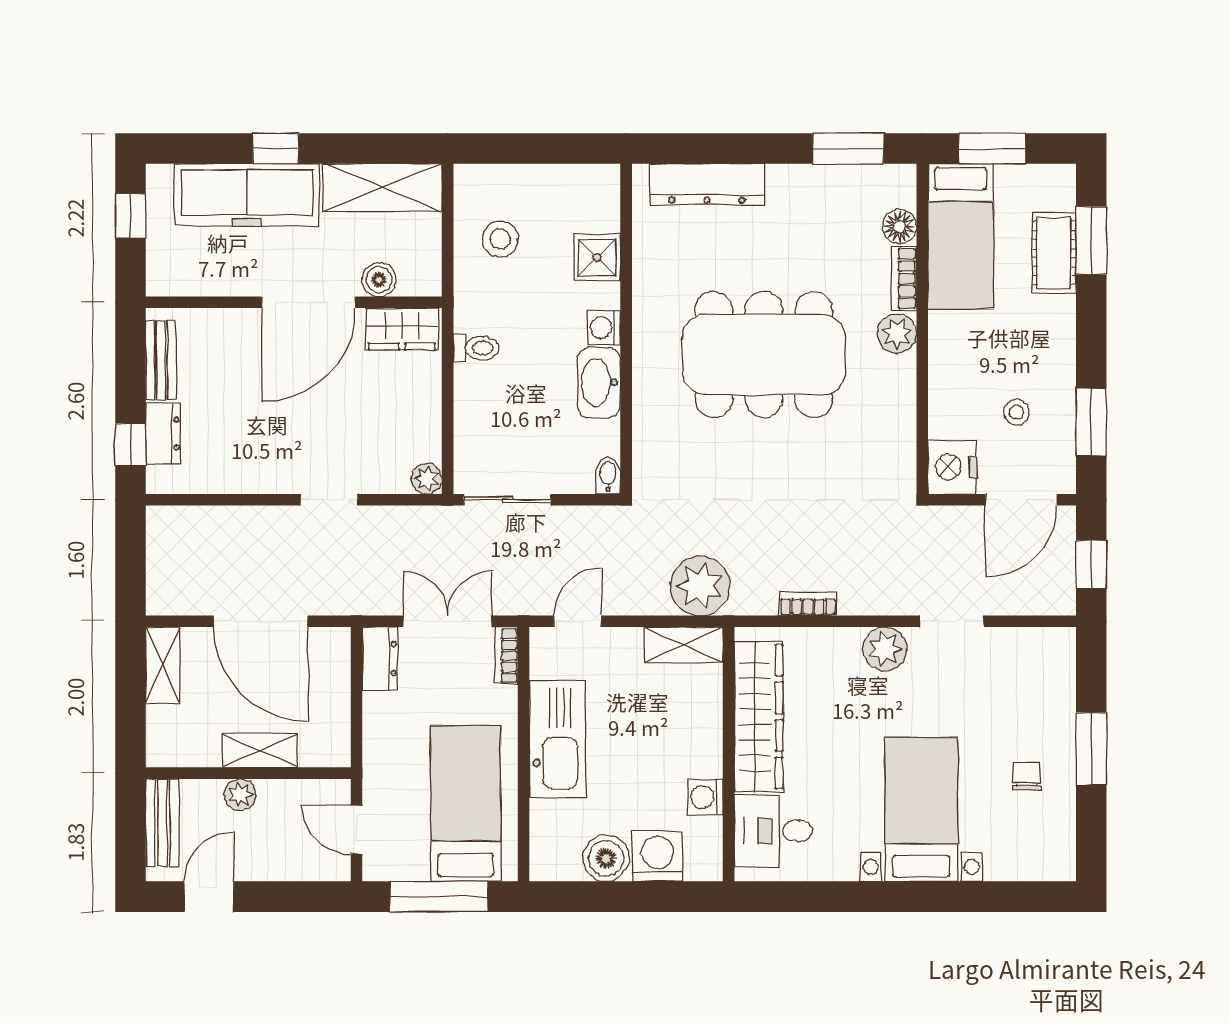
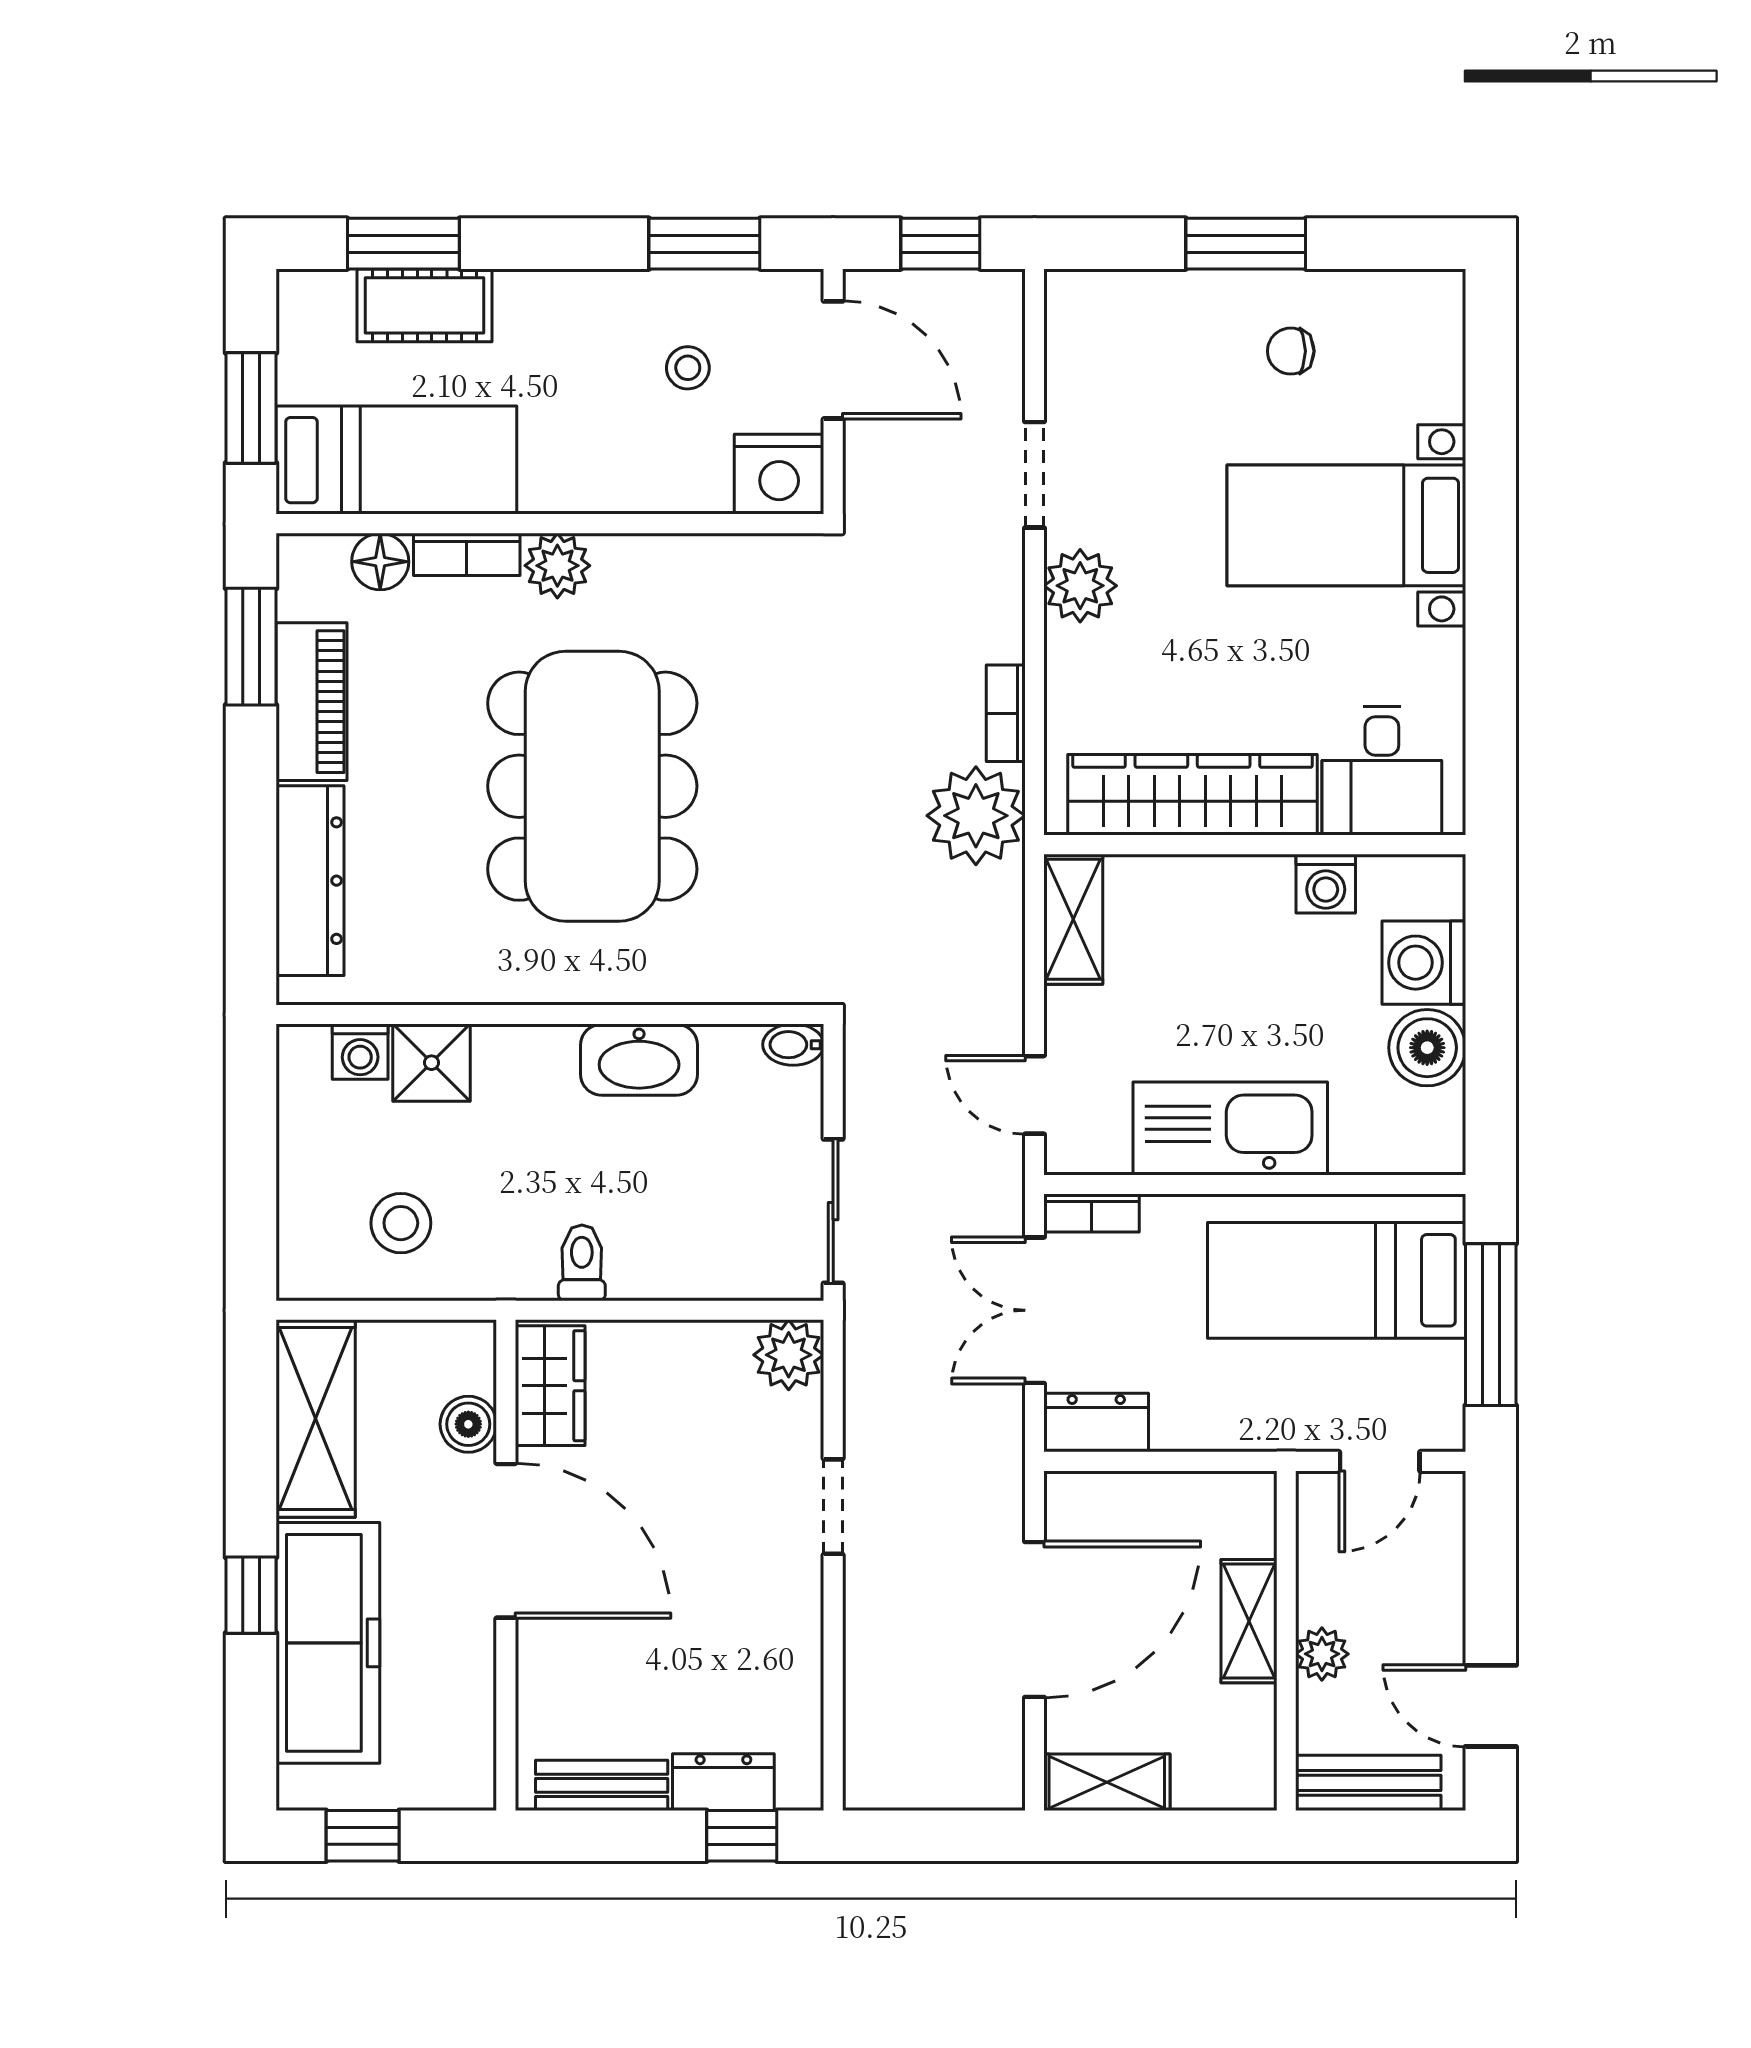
piano: (815, 185) -> (311, 702), added
washing machine: (604, 328) -> (360, 1052), moved
plant: (427, 479) -> (789, 1355), width x1.38, depth x1.38
plant: (700, 586) -> (976, 816), moved

